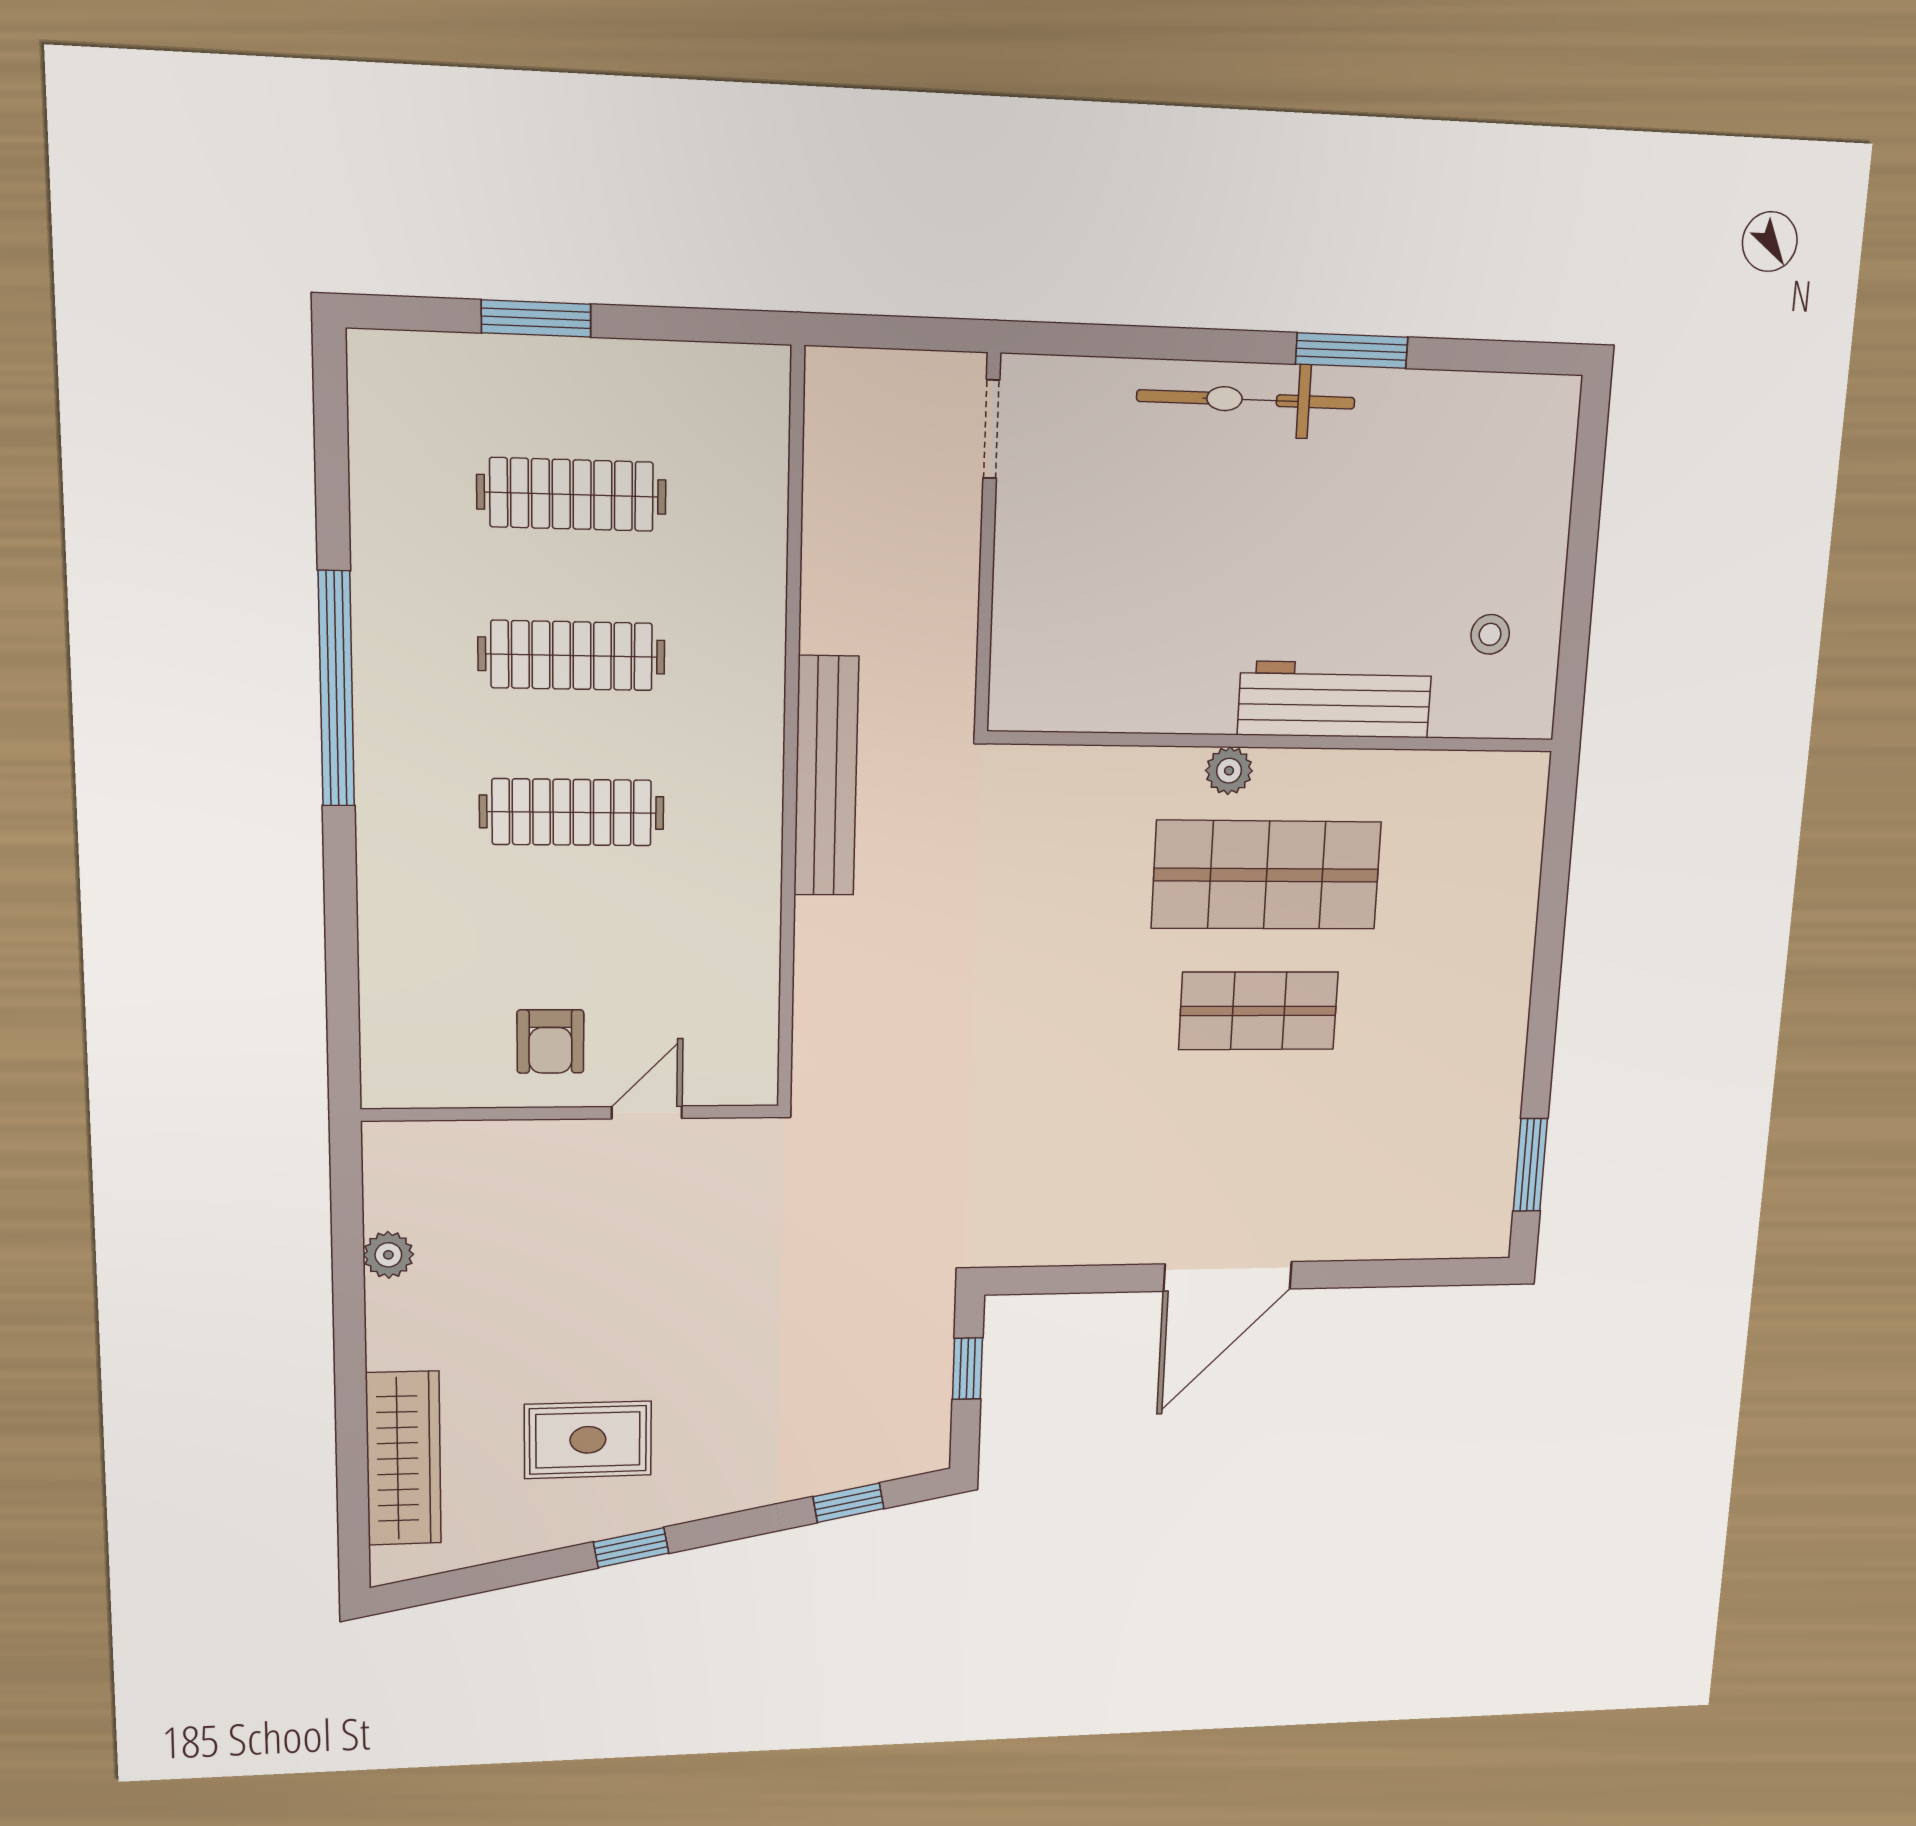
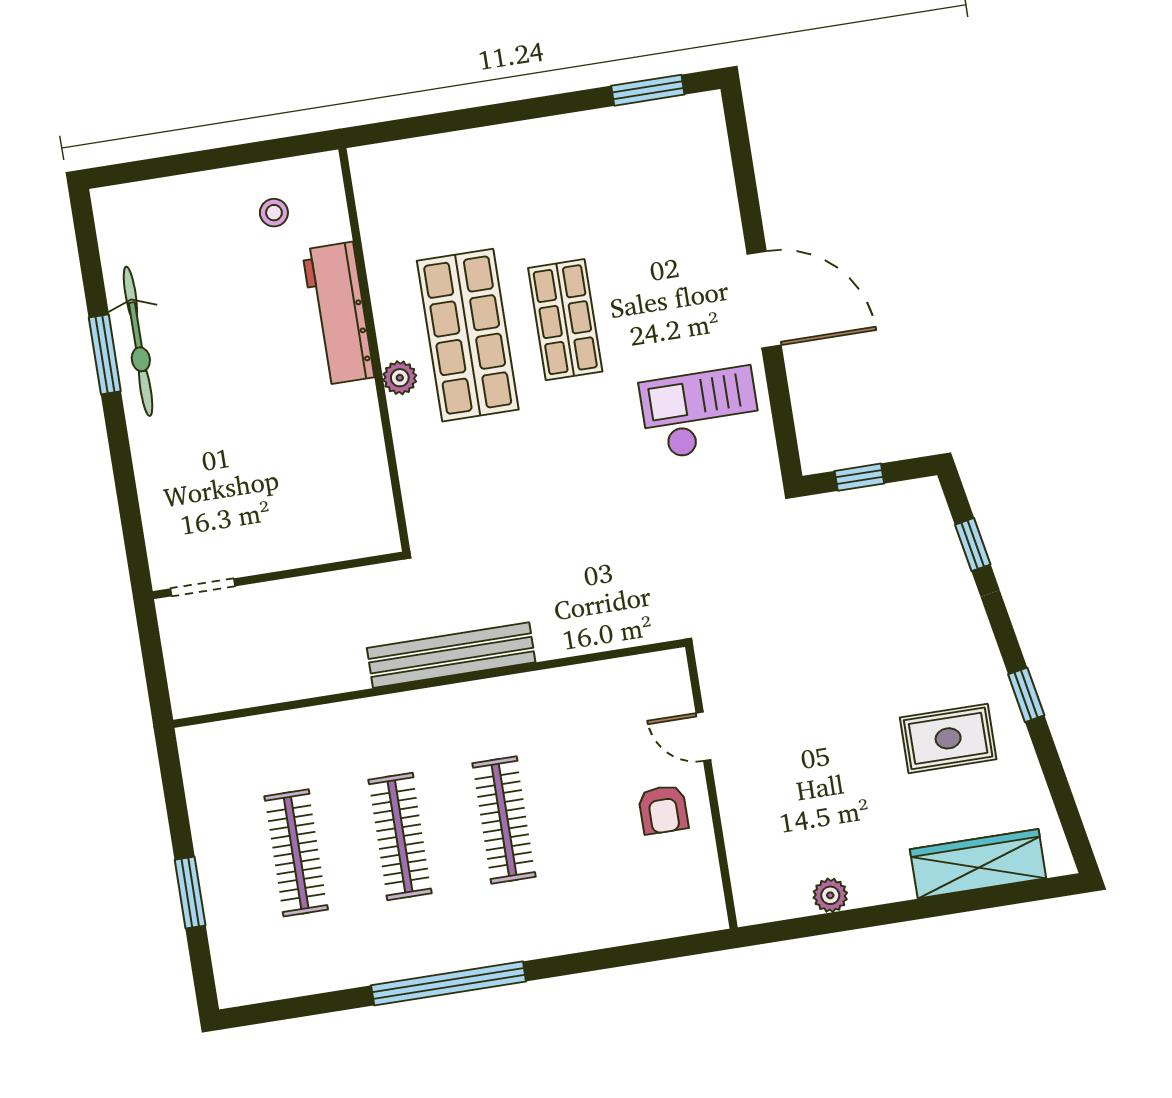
bicycle: (1246, 399) -> (138, 341), moved
armchair: (550, 1041) -> (663, 810), turned 90
checkout: (1096, 1173) -> (701, 413), added
rug: (588, 1440) -> (948, 738), turned 90

